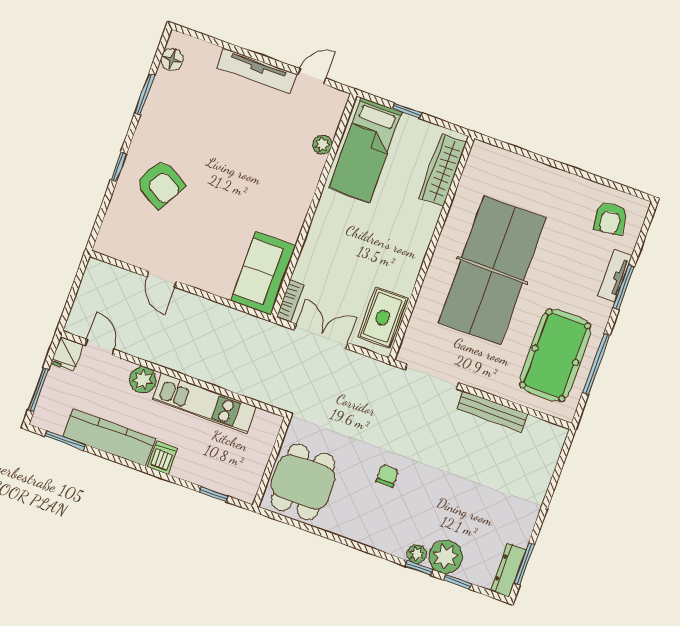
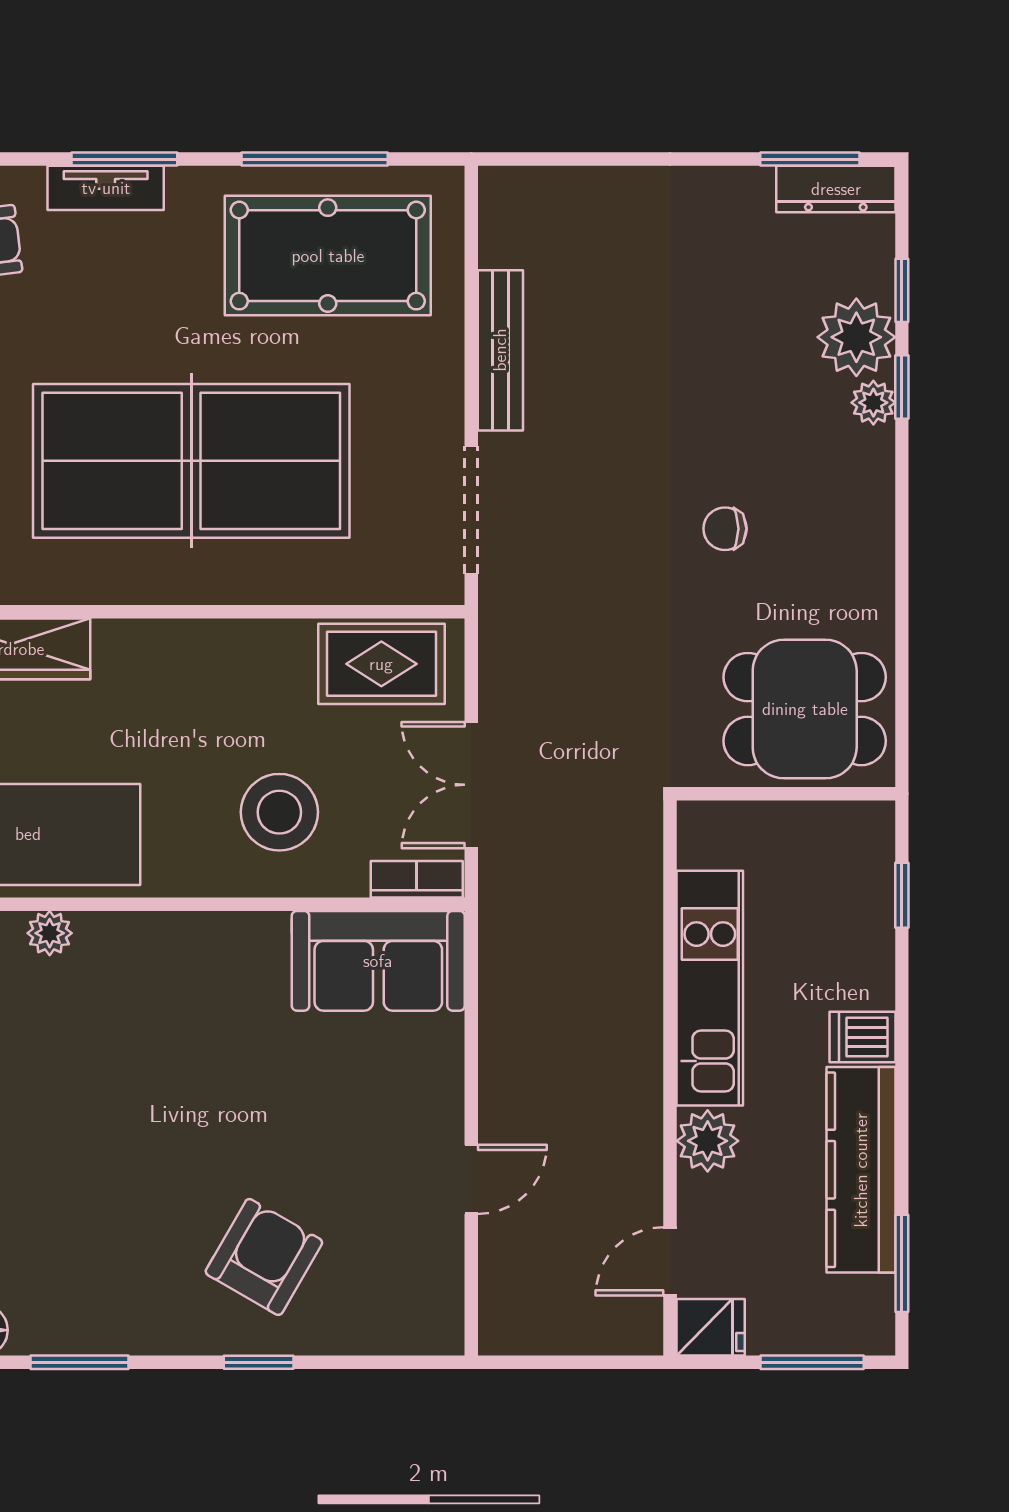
stool: (338, 255) -> (279, 812), added

